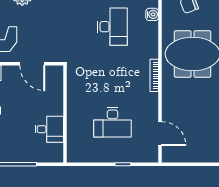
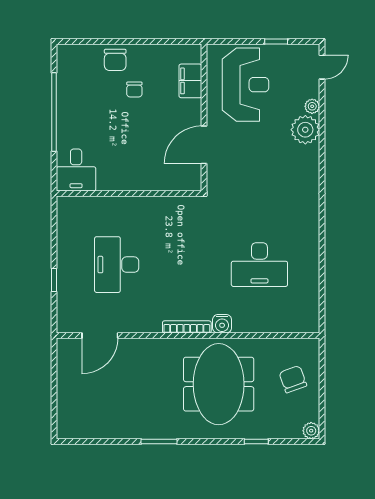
water cooler: (152, 14) -> (222, 324), moved
desk: (49, 129) -> (76, 170), moved

